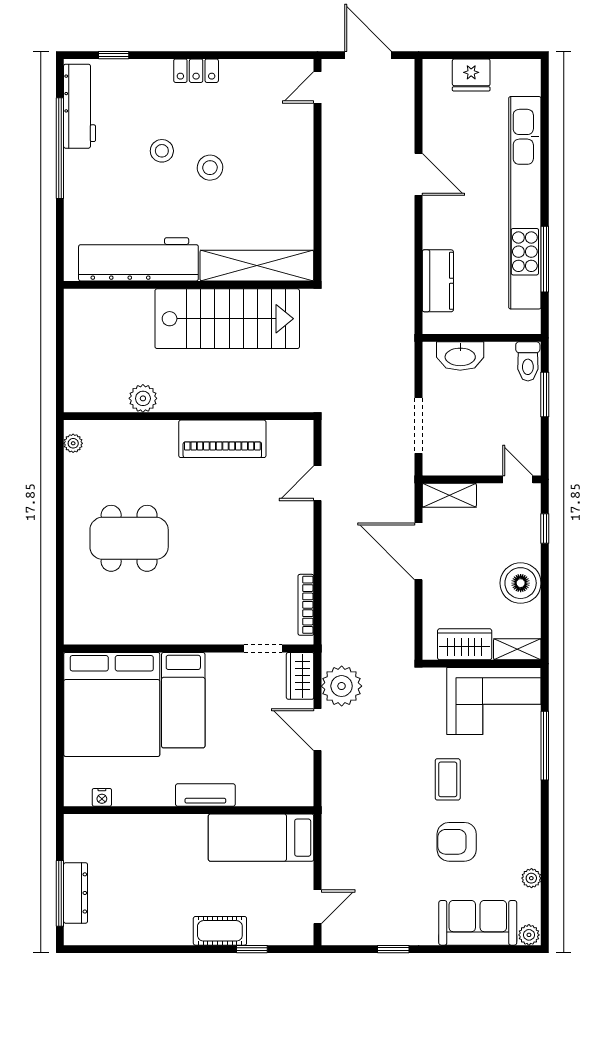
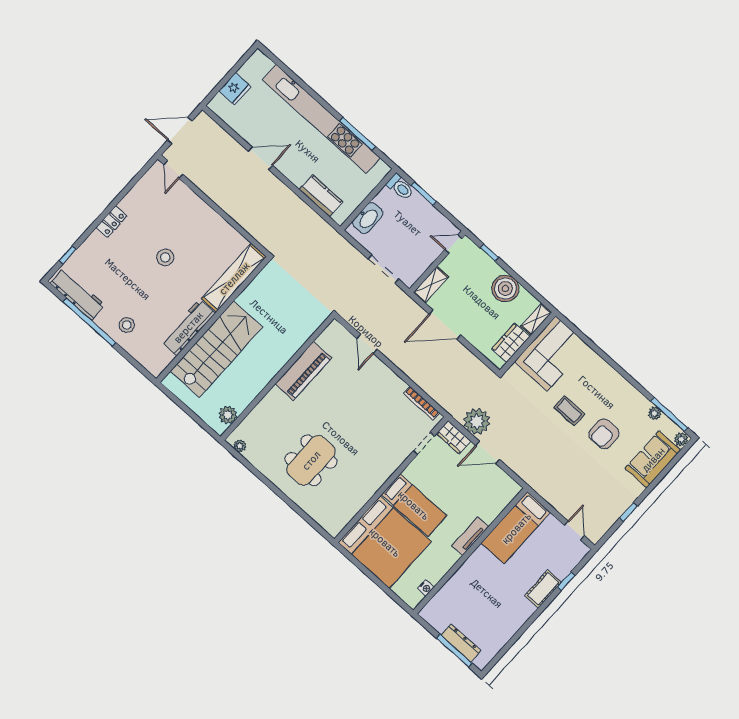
stool: (162, 151) -> (127, 325), moved
workbench: (138, 259) -> (188, 327), width x0.73, depth x0.76
stairs: (227, 319) -> (216, 349), moved
plant: (143, 398) -> (228, 415), moved
window: (545, 746) -> (669, 414), moved

